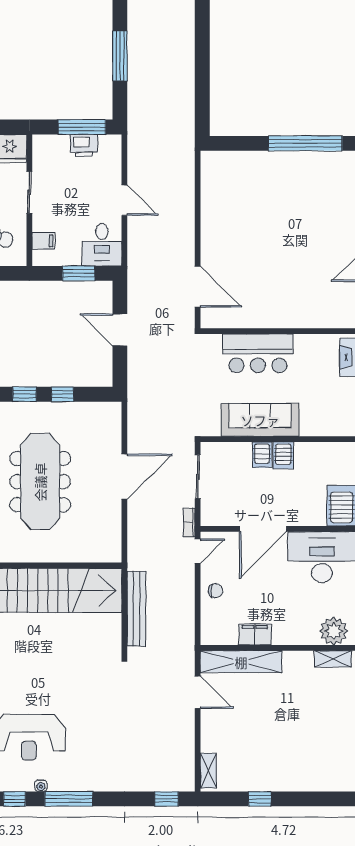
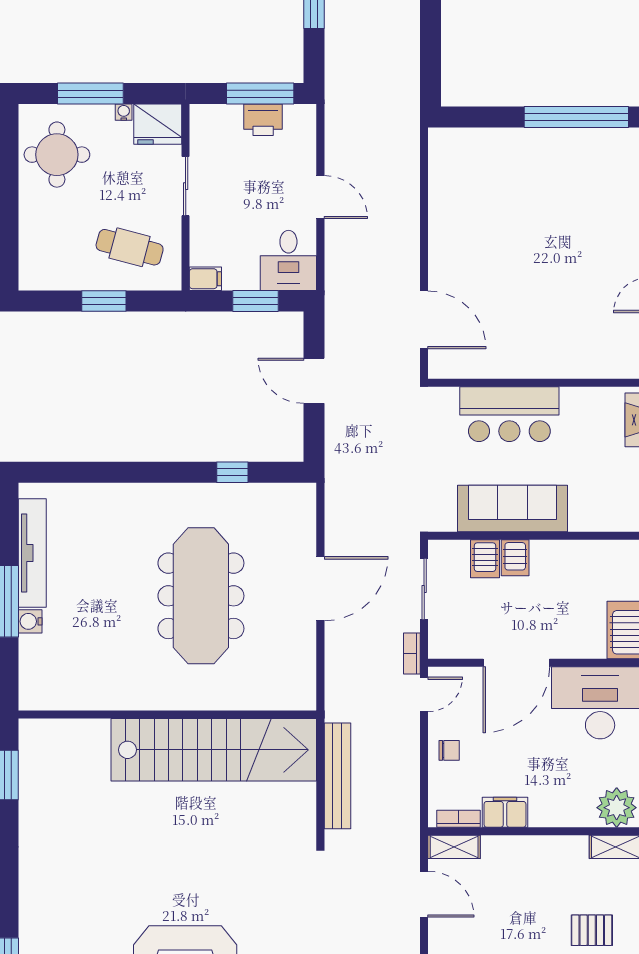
filing cabinet: (43, 241) -> (205, 279), moved
window: (25, 394) -> (179, 472), removed
server rack: (283, 455) -> (485, 559), moved
bookcase: (222, 639) -> (459, 819), added
shelving: (241, 662) -> (454, 847), width x0.45, depth x0.75
pallet: (316, 718) -> (592, 930), added

